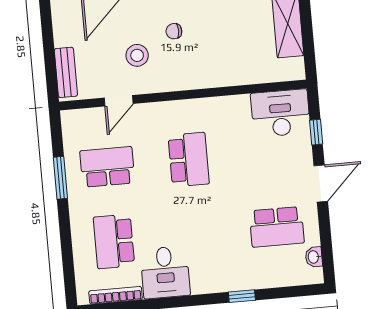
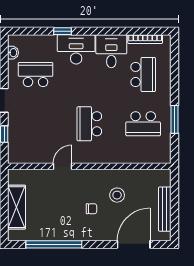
bench: (66, 72) -> (165, 209), moved, width x1.36
door: (119, 101) -> (62, 166), moved
desk: (280, 113) -> (76, 49), moved, turned 180

